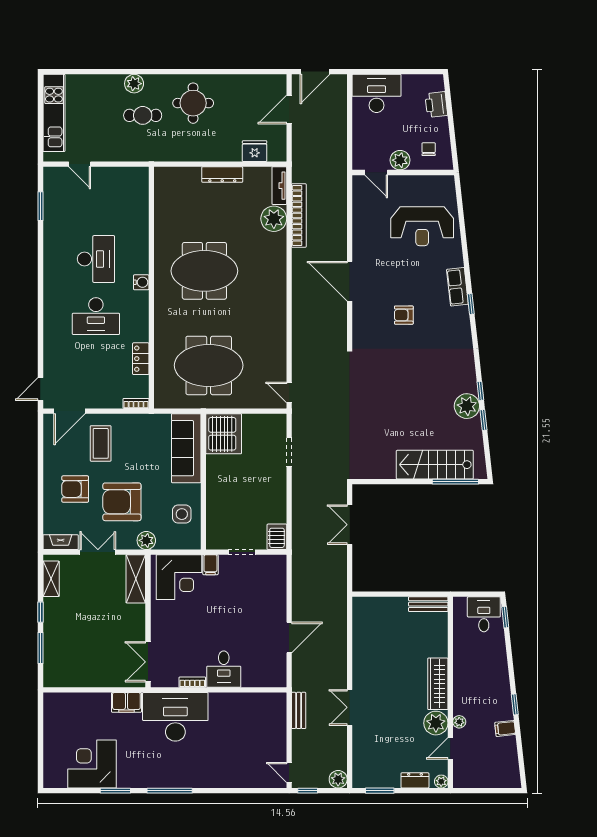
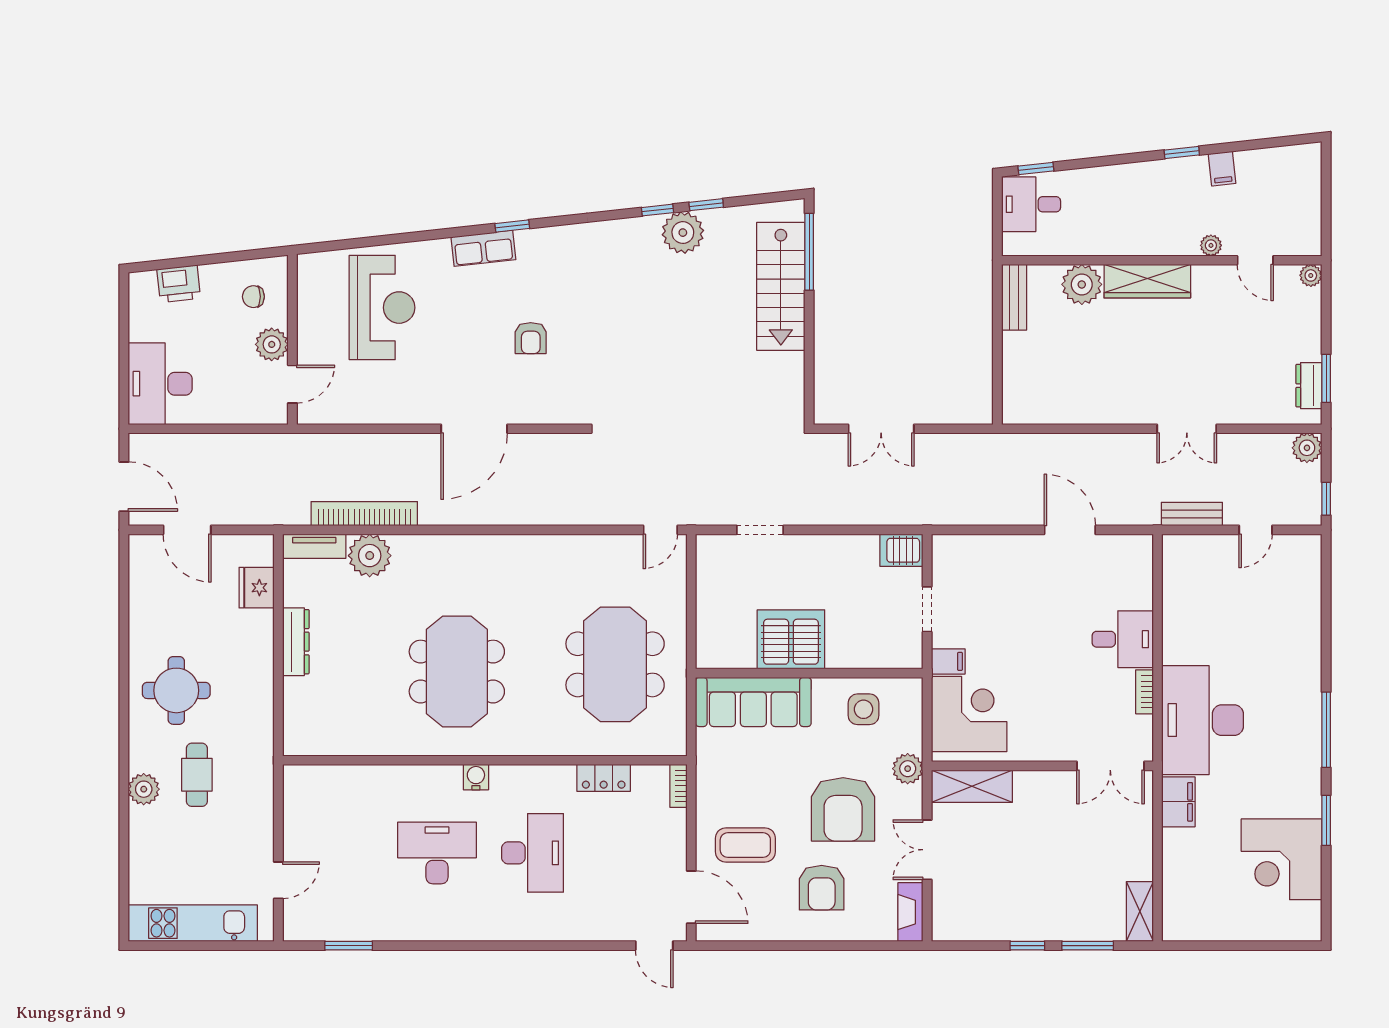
server rack: (224, 434) -> (791, 639), moved
shelving: (51, 579) -> (1140, 911), moved, turned 90
plant: (436, 723) -> (1082, 284), moved
door: (289, 773) -> (1256, 530), moved
dresser: (415, 780) -> (1309, 386), moved

